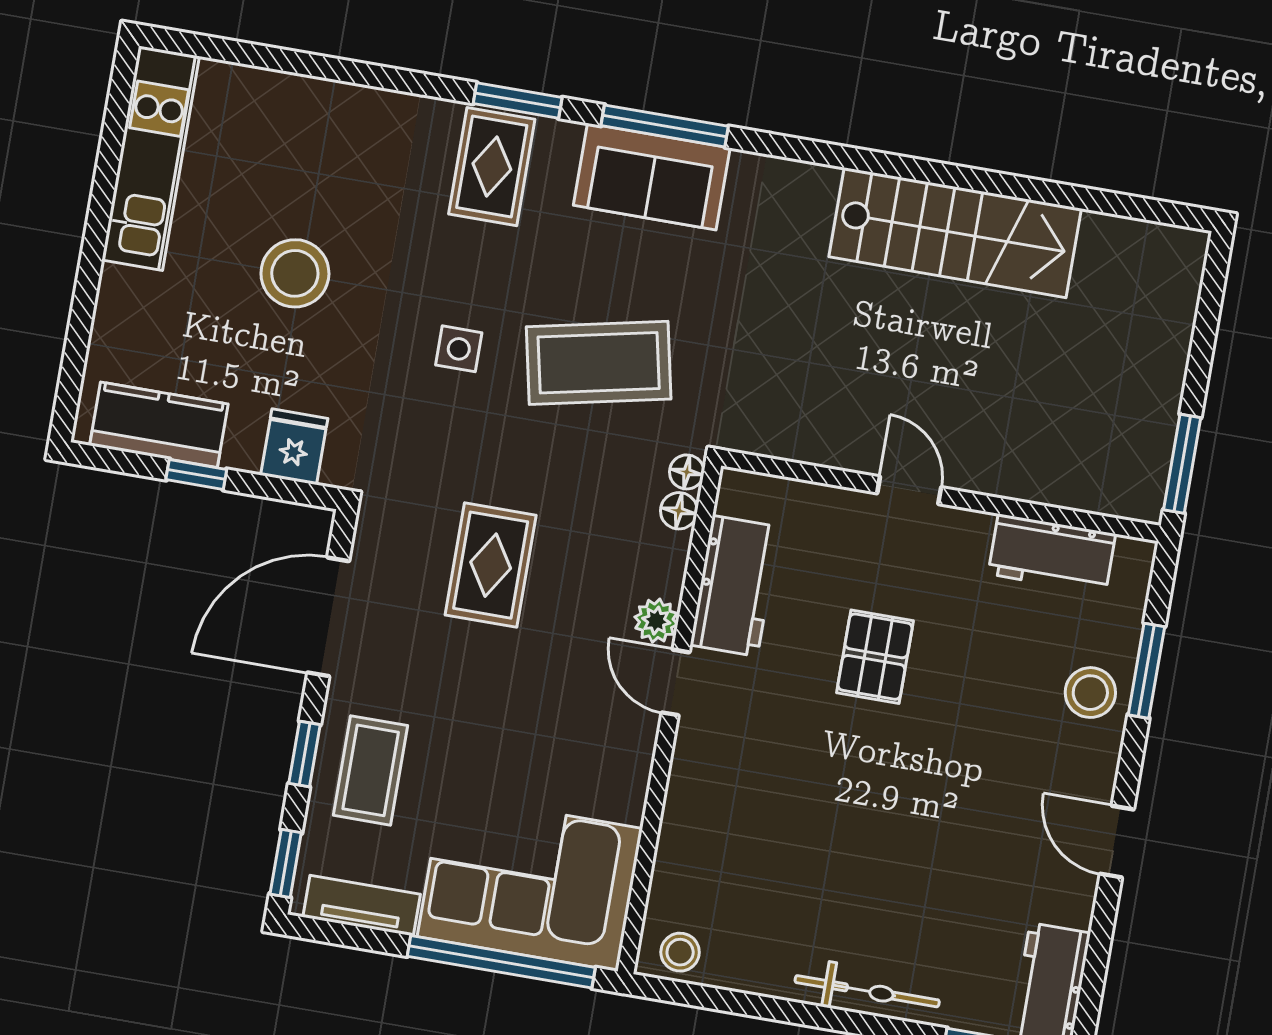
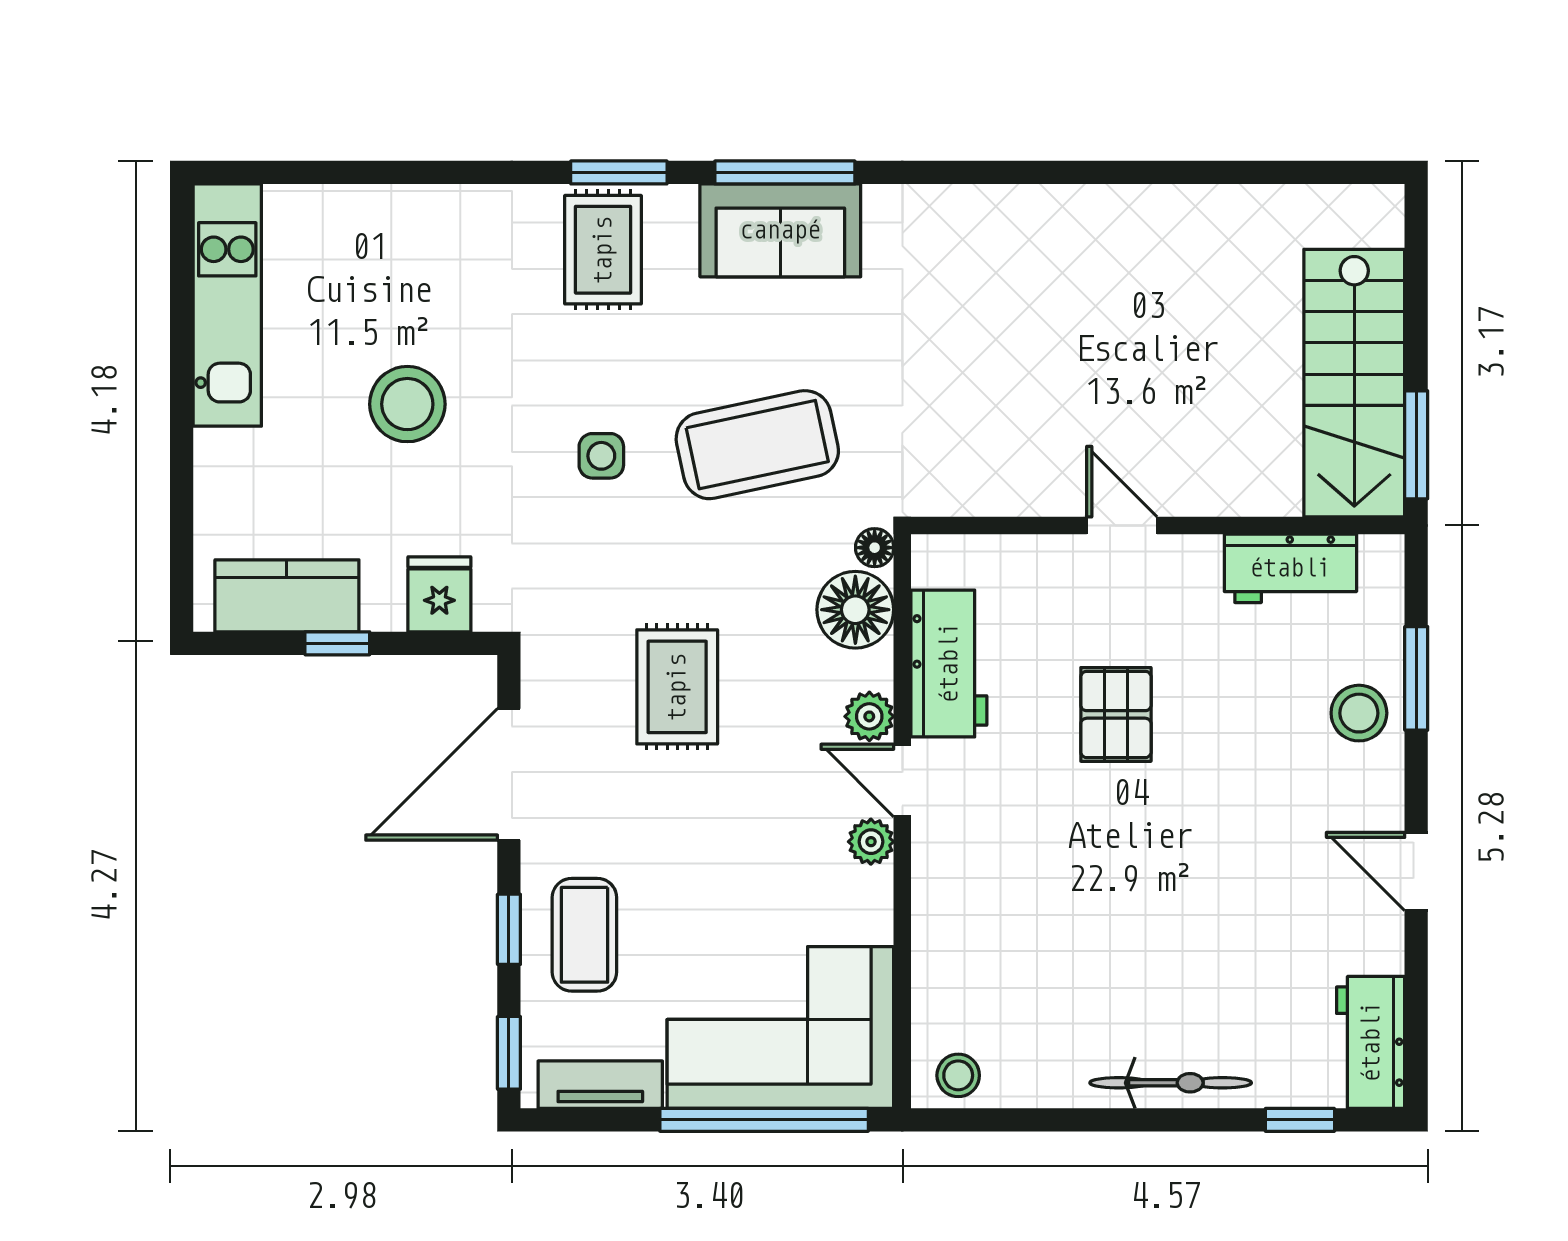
stairs: (955, 233) -> (1354, 383), moved, turned 90
floor lamp: (679, 511) -> (855, 610), width x1.89, depth x1.89
plant: (639, 732) -> (871, 842), added

